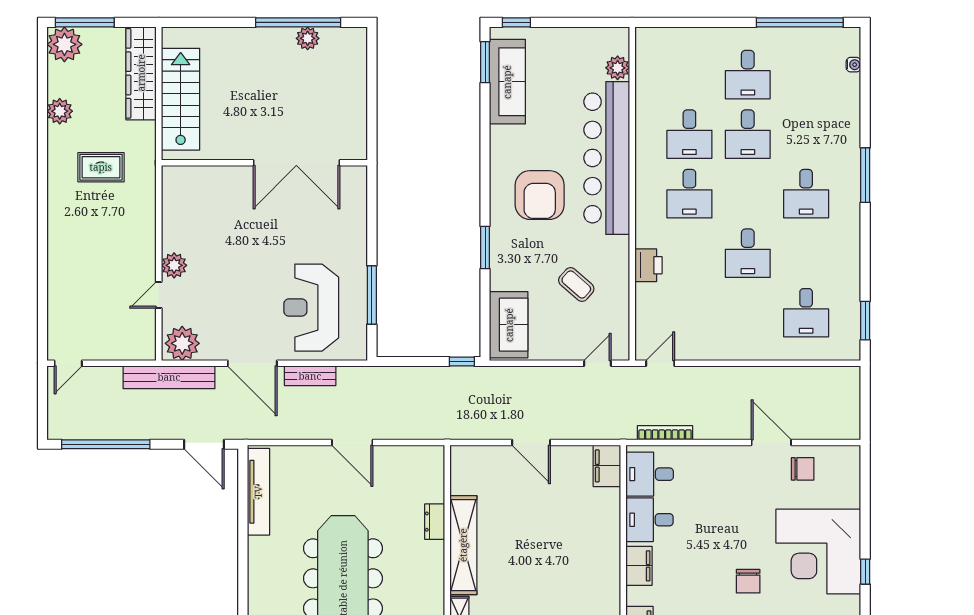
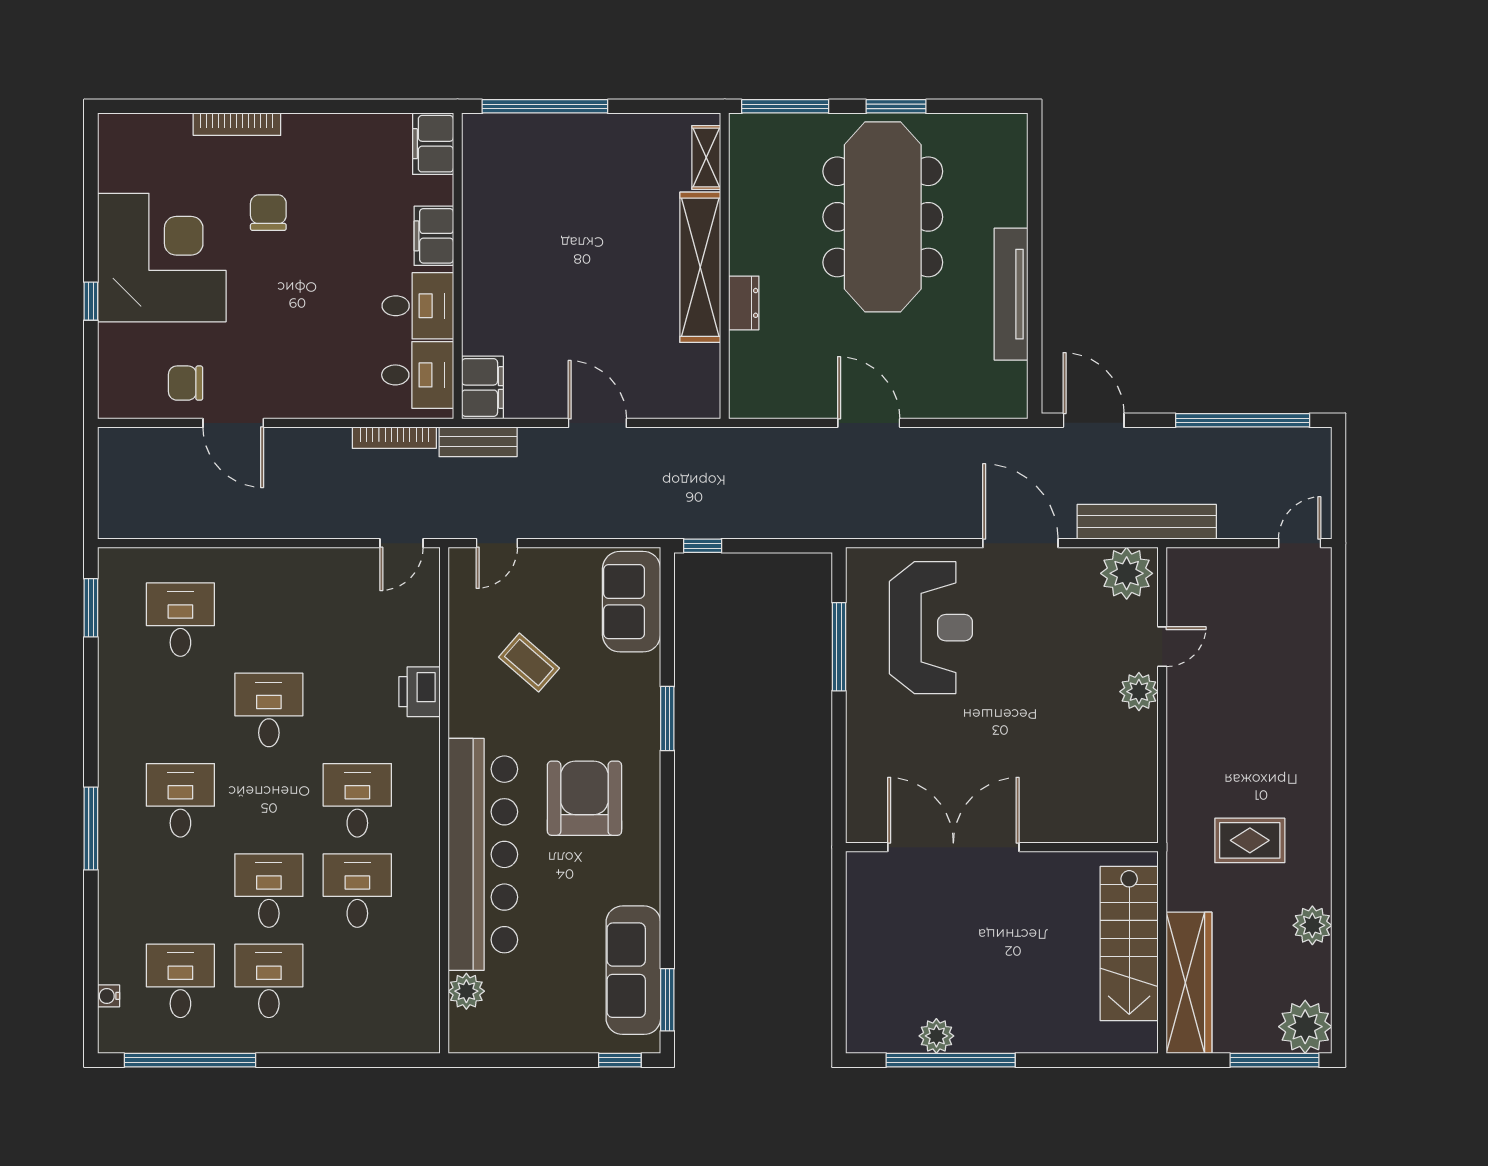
desk: (806, 75) -> (180, 981), added
bench: (310, 376) -> (478, 442), moved
tv unit: (258, 492) -> (1011, 294), moved
window: (865, 572) -> (91, 301), moved

